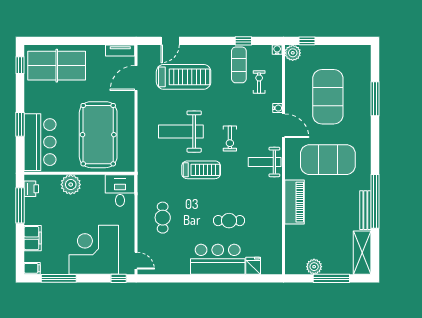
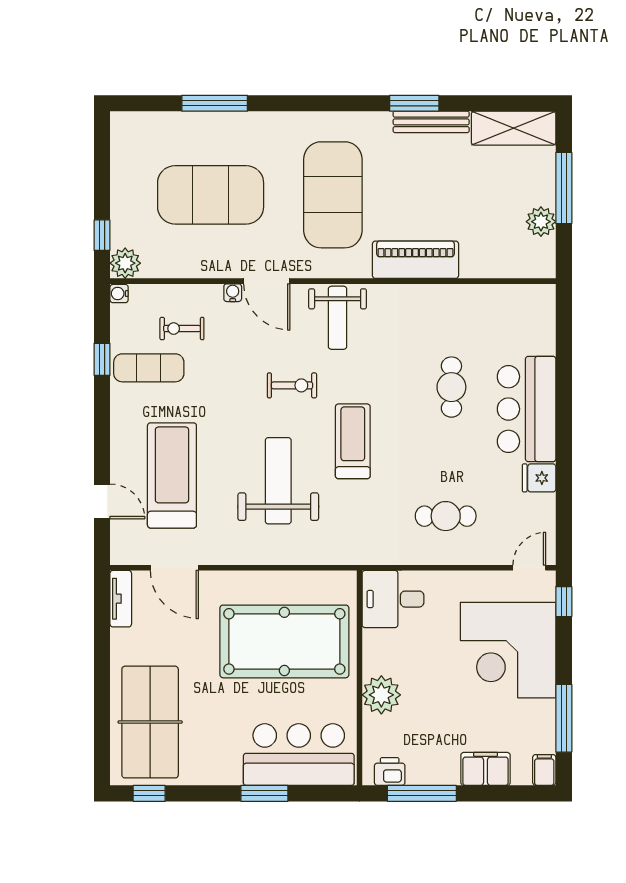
door: (284, 126) -> (267, 281), swing flipped
weight bench: (181, 132) -> (278, 481), turned 180
window: (375, 201) -> (414, 103), width x0.47
fridge: (253, 266) -> (539, 478), moved

